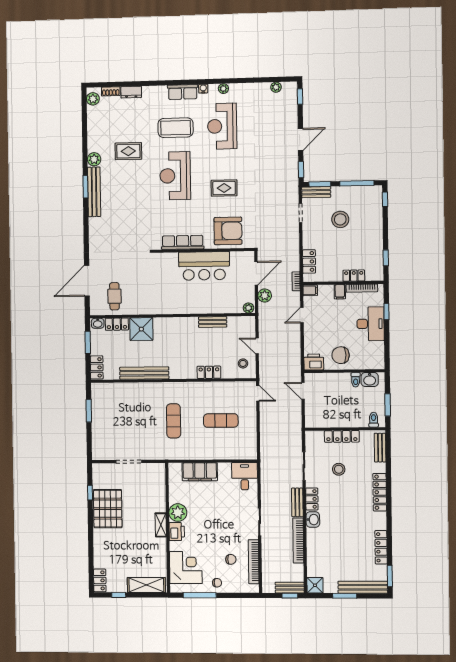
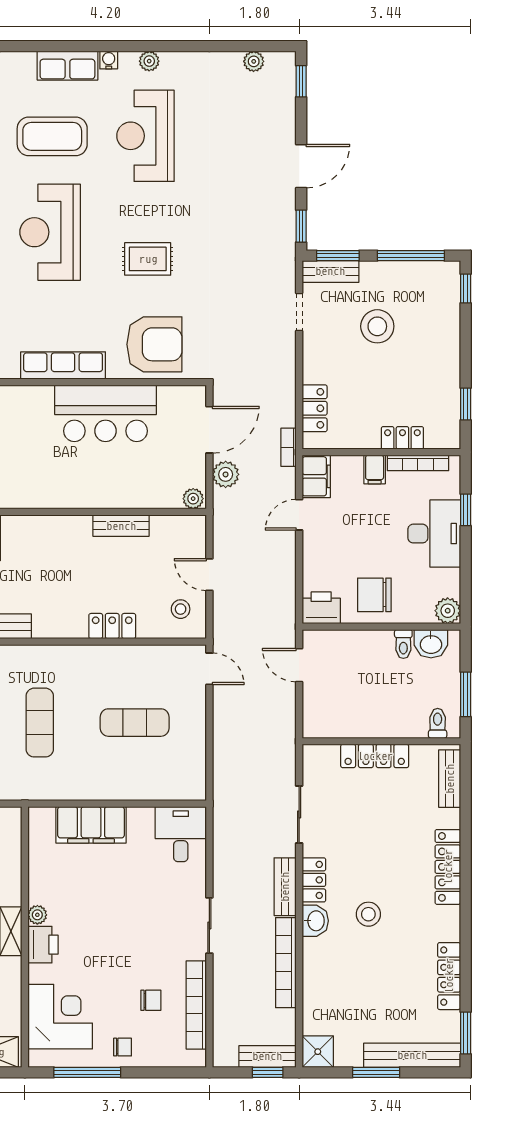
filing cabinet: (310, 290) -> (316, 476), width x2.00
plant: (378, 363) -> (448, 611), added
stool: (339, 469) -> (368, 914), moved
plant: (178, 513) -> (37, 915), width x0.53, depth x0.53

